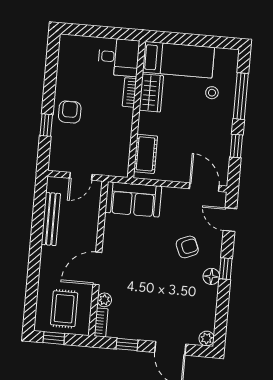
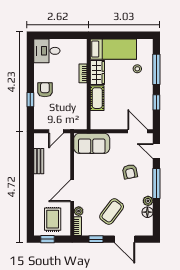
desk: (118, 57) -> (47, 51), moved, turned 180
cot: (146, 154) -> (97, 98), moved
bench: (51, 219) -> (39, 161), width x0.73
armchair: (187, 247) -> (130, 172), turned 102
window: (226, 269) -> (156, 184), width x2.17
floor lamp: (211, 276) -> (147, 212), moved
coffee table: (154, 305) -> (112, 212), added
plant: (207, 339) -> (148, 201), moved

